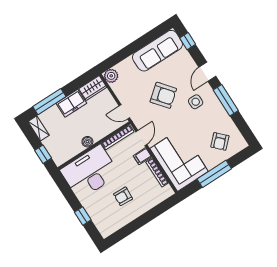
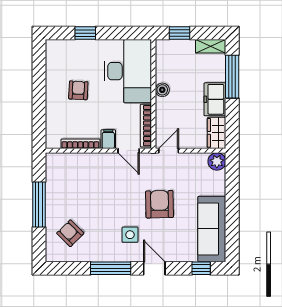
armchair: (163, 95) -> (160, 204), turned 128
corner sofa: (179, 160) -> (79, 176), removed

